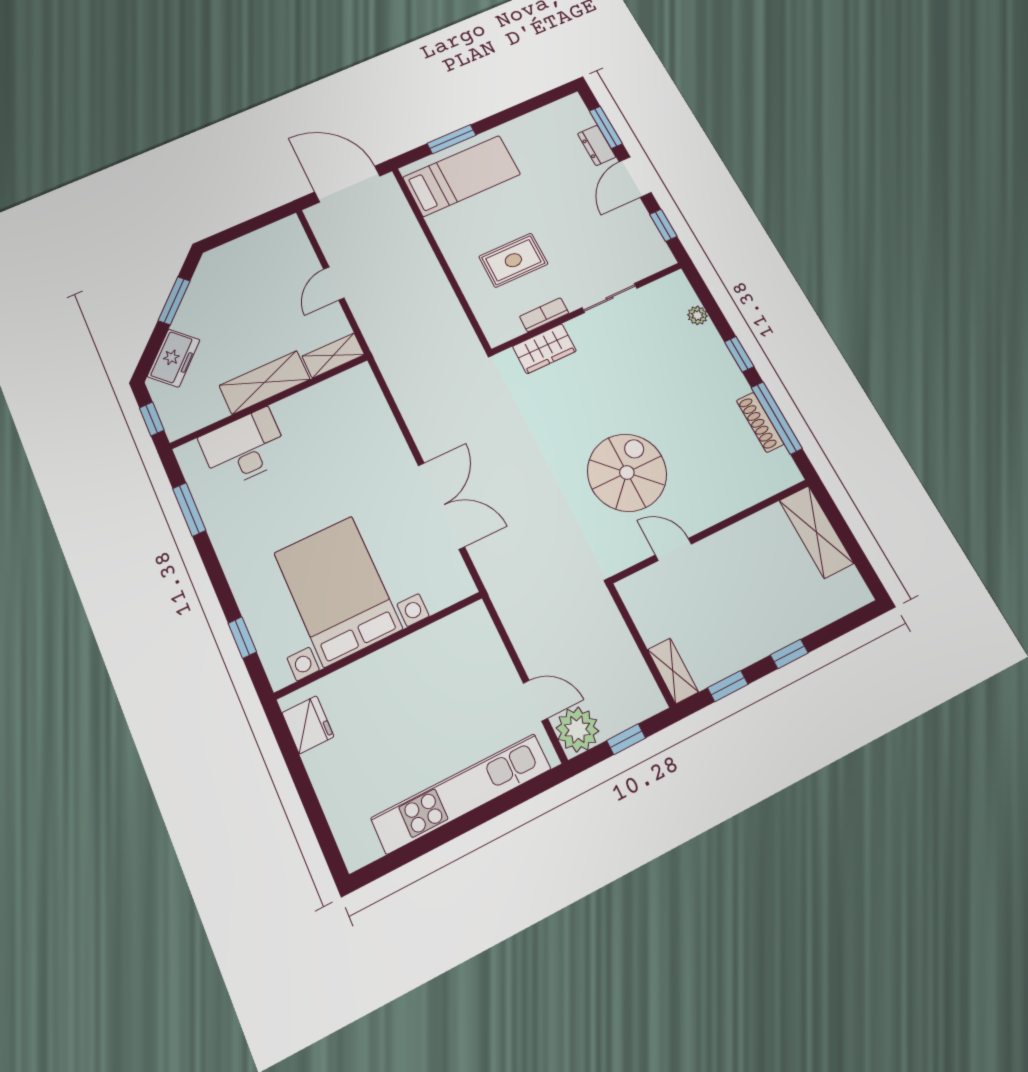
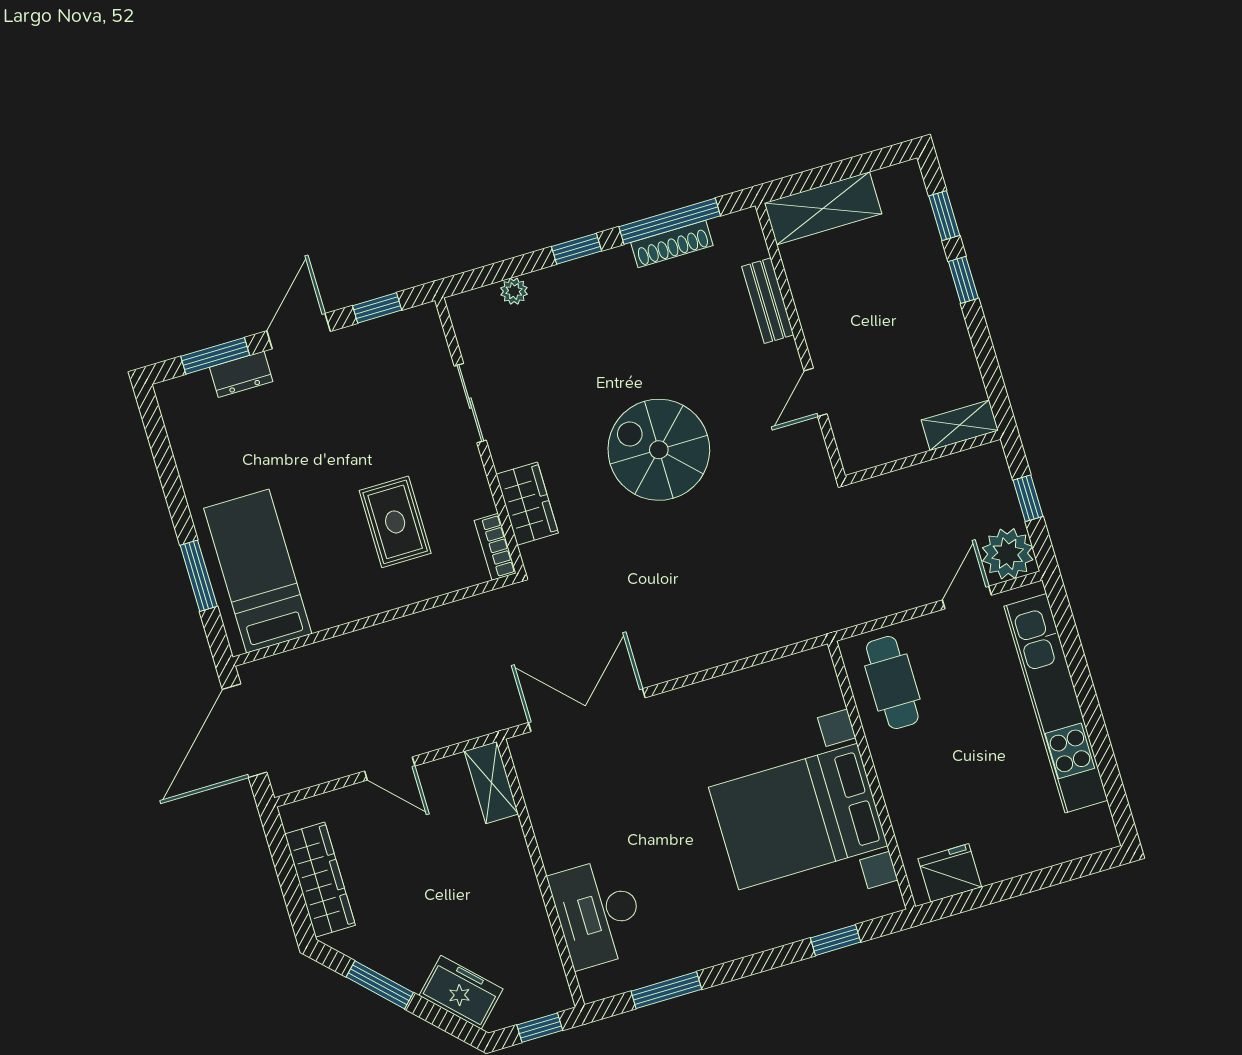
door: (635, 177) -> (299, 331), swing flipped
wardrobe: (247, 249) -> (320, 880), added
bookcase: (544, 315) -> (495, 547), moved
shelving: (265, 382) -> (514, 877), removed
spiral stairs: (627, 473) -> (659, 450), moved
bench: (735, 501) -> (768, 301), added
double door: (441, 506) -> (587, 710), moved
cafe table: (456, 650) -> (892, 683), added
window: (728, 686) -> (944, 216), moved

